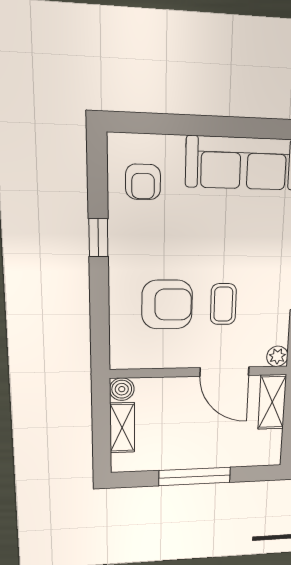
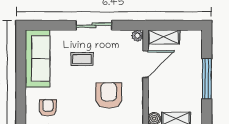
armchair: (143, 182) -> (48, 108), turned -90
coffee table: (223, 304) -> (82, 59), moved

